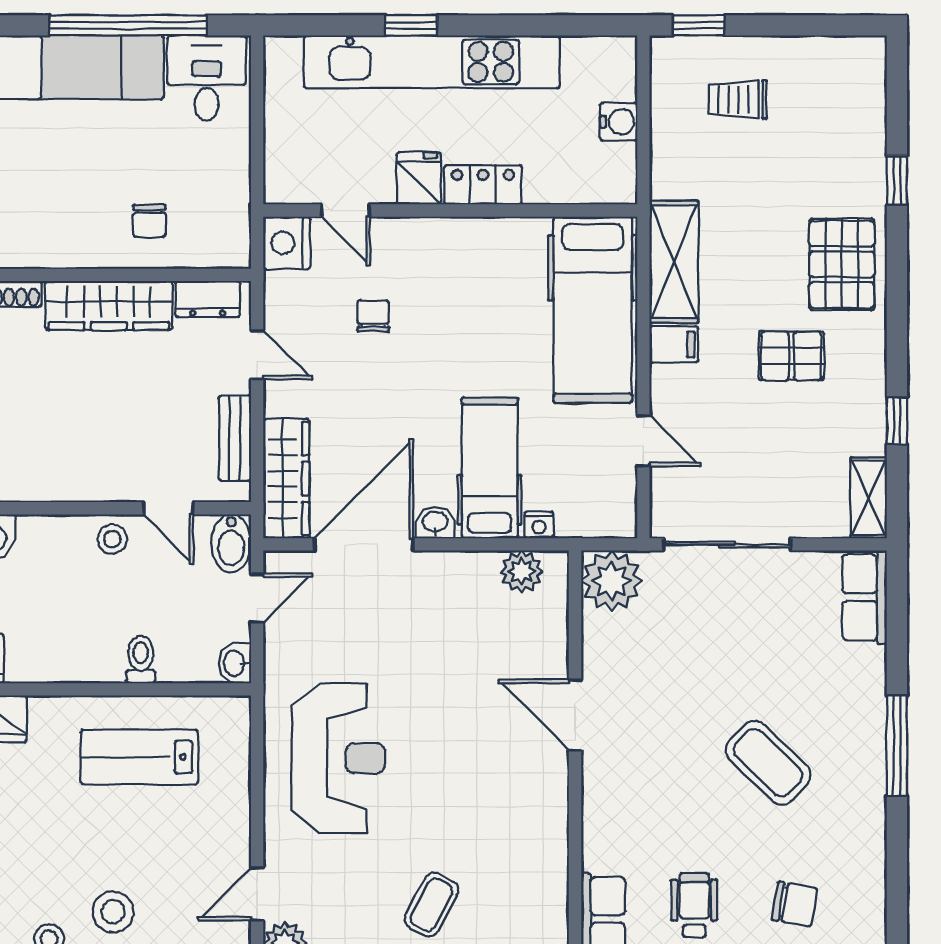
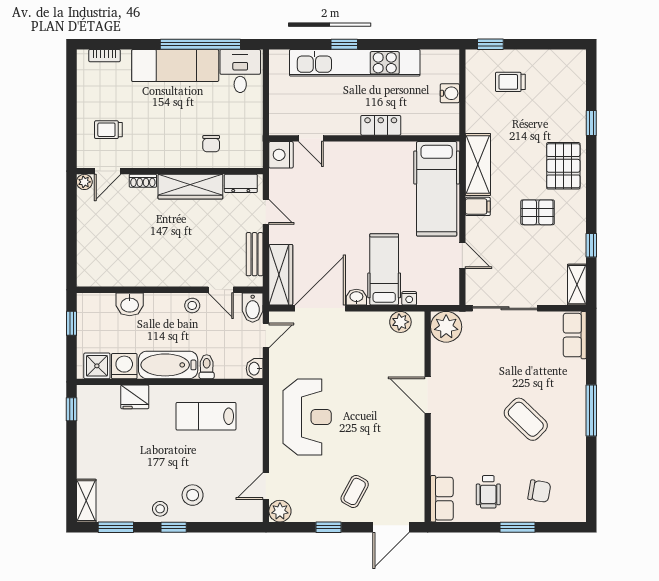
fridge: (419, 178) -> (348, 122), removed
chair: (373, 316) -> (325, 192), removed
bathtub: (65, 656) -> (168, 365), added
wheelchair: (694, 905) -> (488, 492), turned 180

